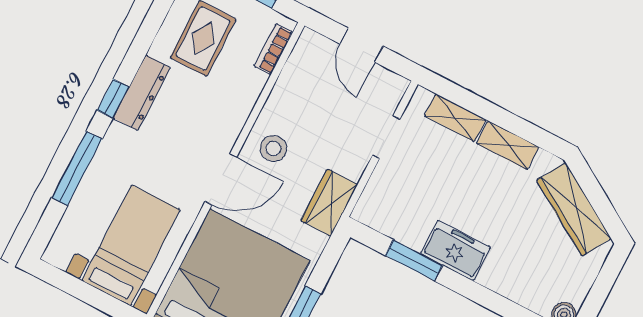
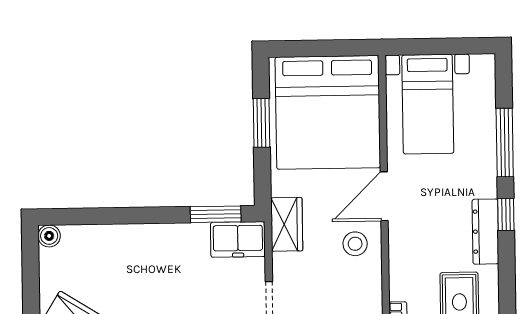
freezer: (456, 250) -> (238, 239), moved
window: (414, 260) -> (216, 214), moved

